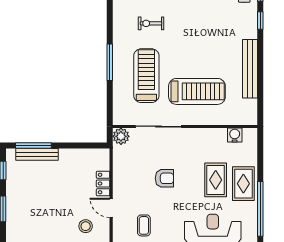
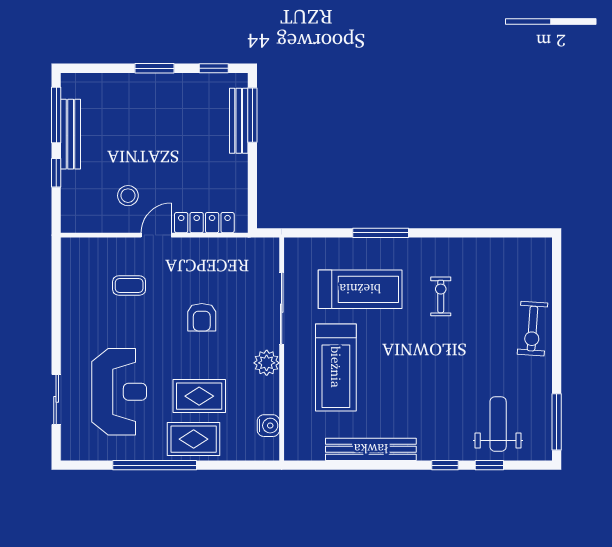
plant: (121, 136) -> (267, 363), moved
locker: (103, 184) -> (204, 223), width x1.53

